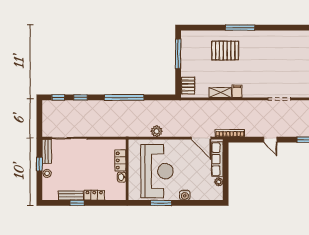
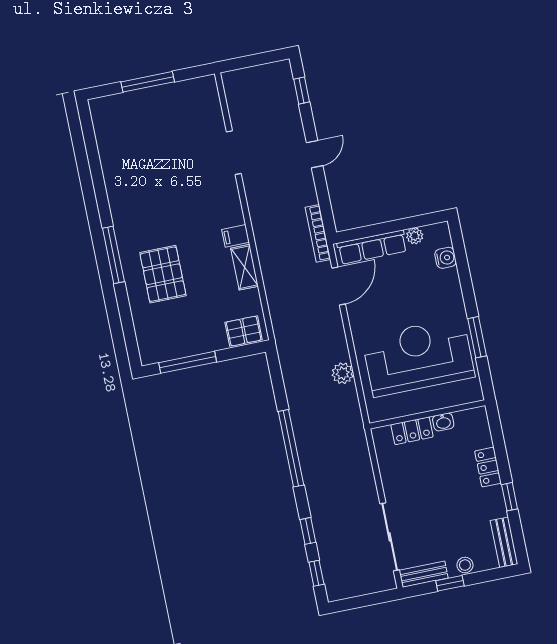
bench: (71, 195) -> (504, 542), moved
water cooler: (185, 195) -> (445, 258), moved

